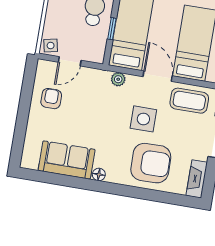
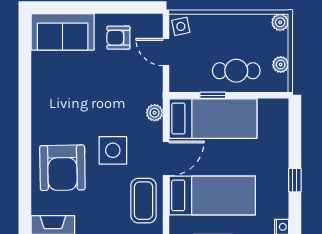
armchair: (51, 99) -> (118, 38), turned 180
sofa: (67, 160) -> (63, 32), moved, turned 90
floor lamp: (99, 174) -> (39, 109), removed

